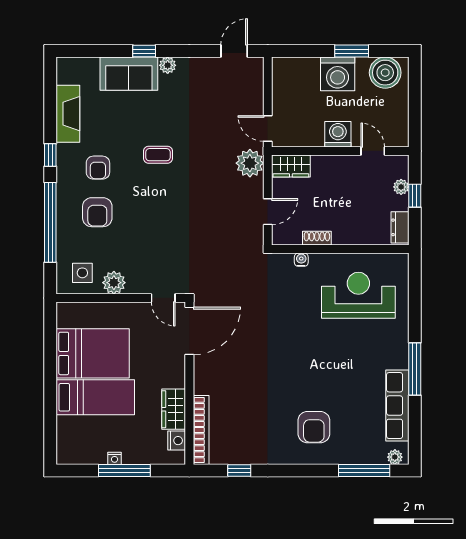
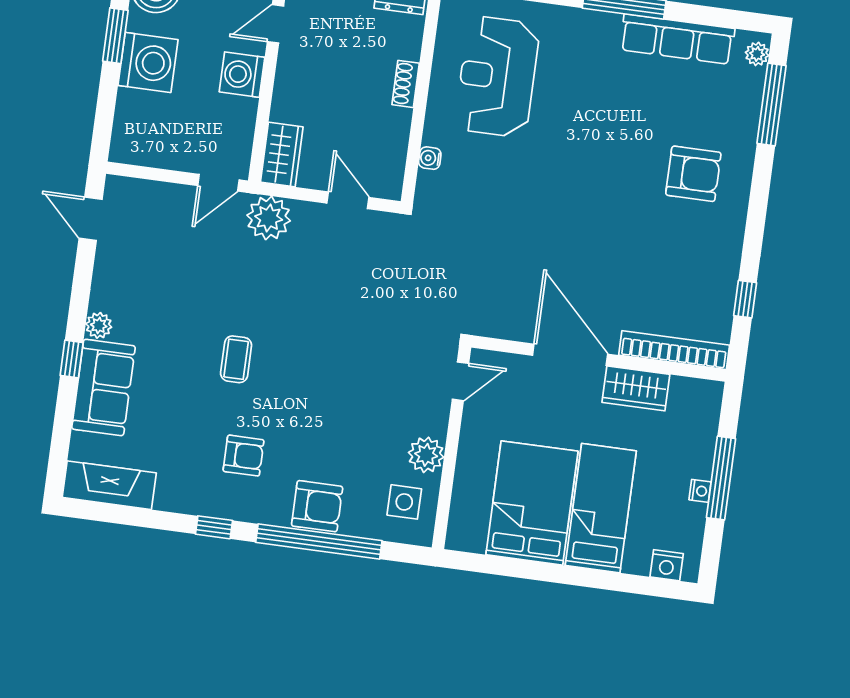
fireplace: (68, 114) -> (109, 485), moved
armchair: (97, 212) -> (317, 506), moved
shoe rack: (317, 238) -> (406, 84), moved
door: (189, 331) -> (570, 355), moved
nightstand: (177, 441) -> (667, 565), moved, turned 180

